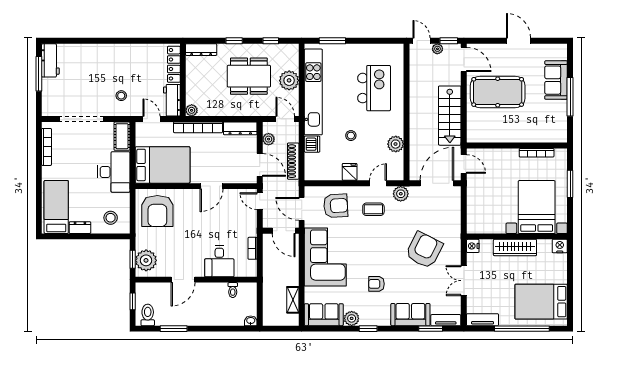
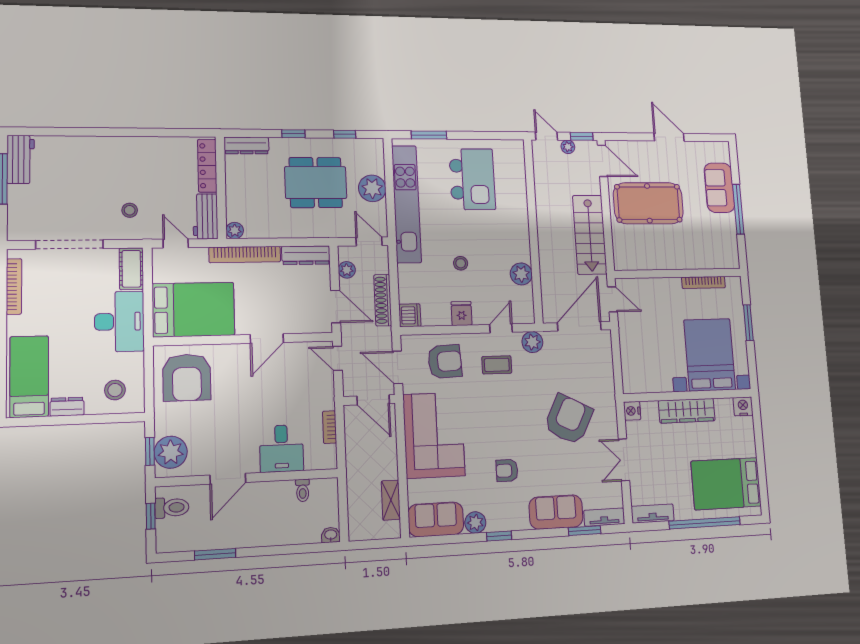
kitchen island: (374, 88) -> (472, 179), moved
dishwasher: (312, 144) -> (410, 315), moved
toilet: (148, 315) -> (172, 508), moved, turned 90

